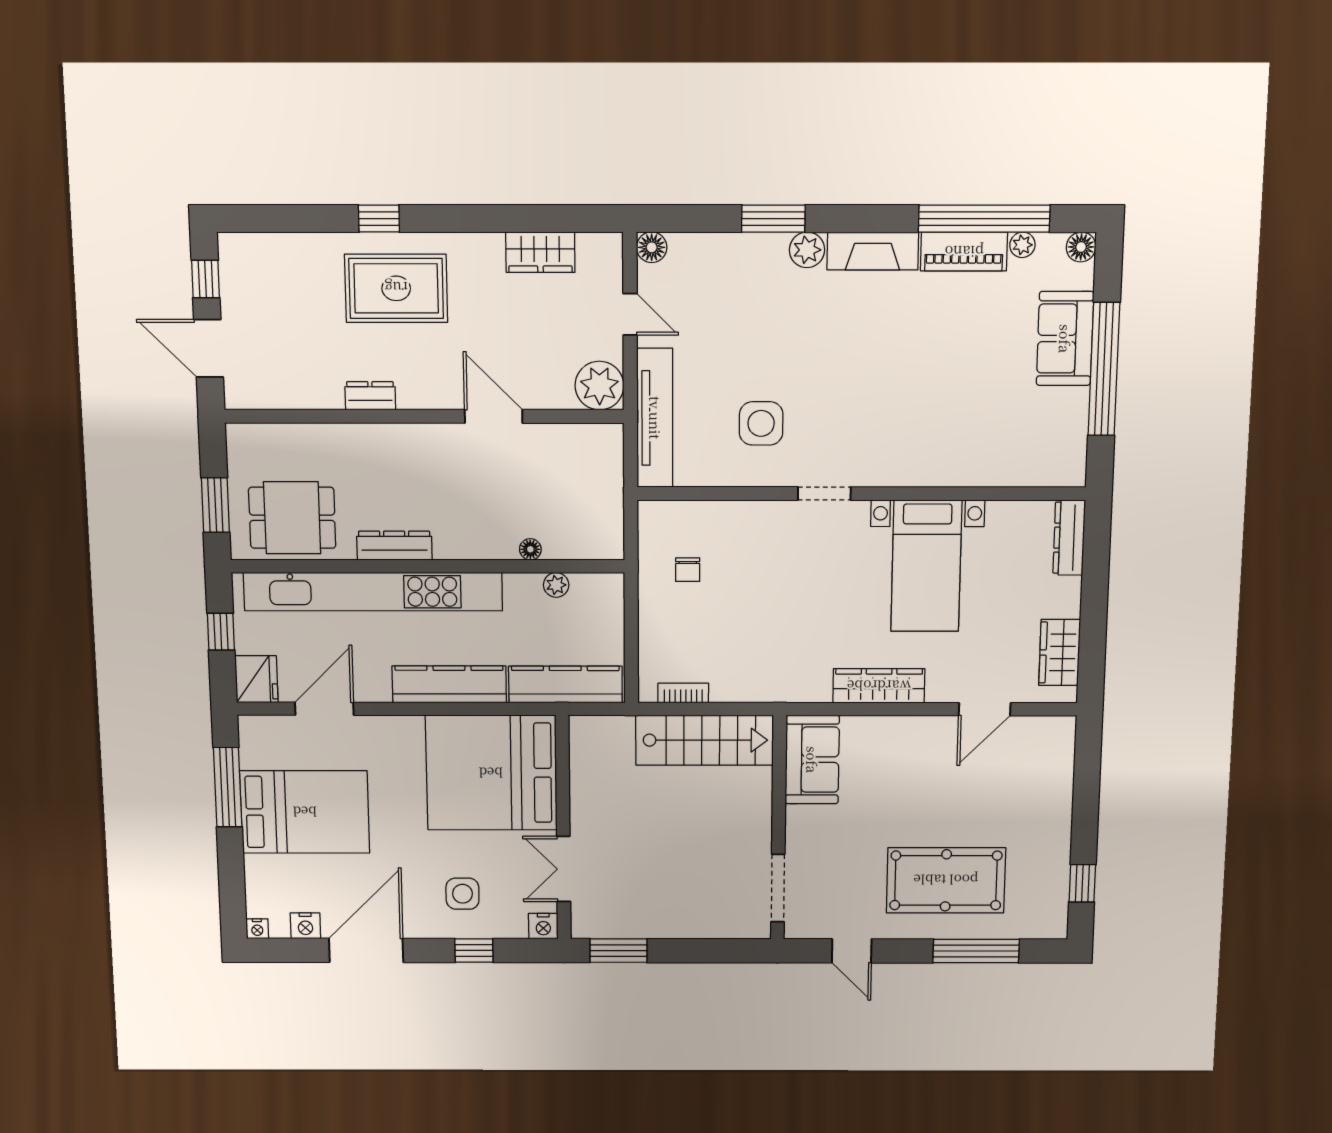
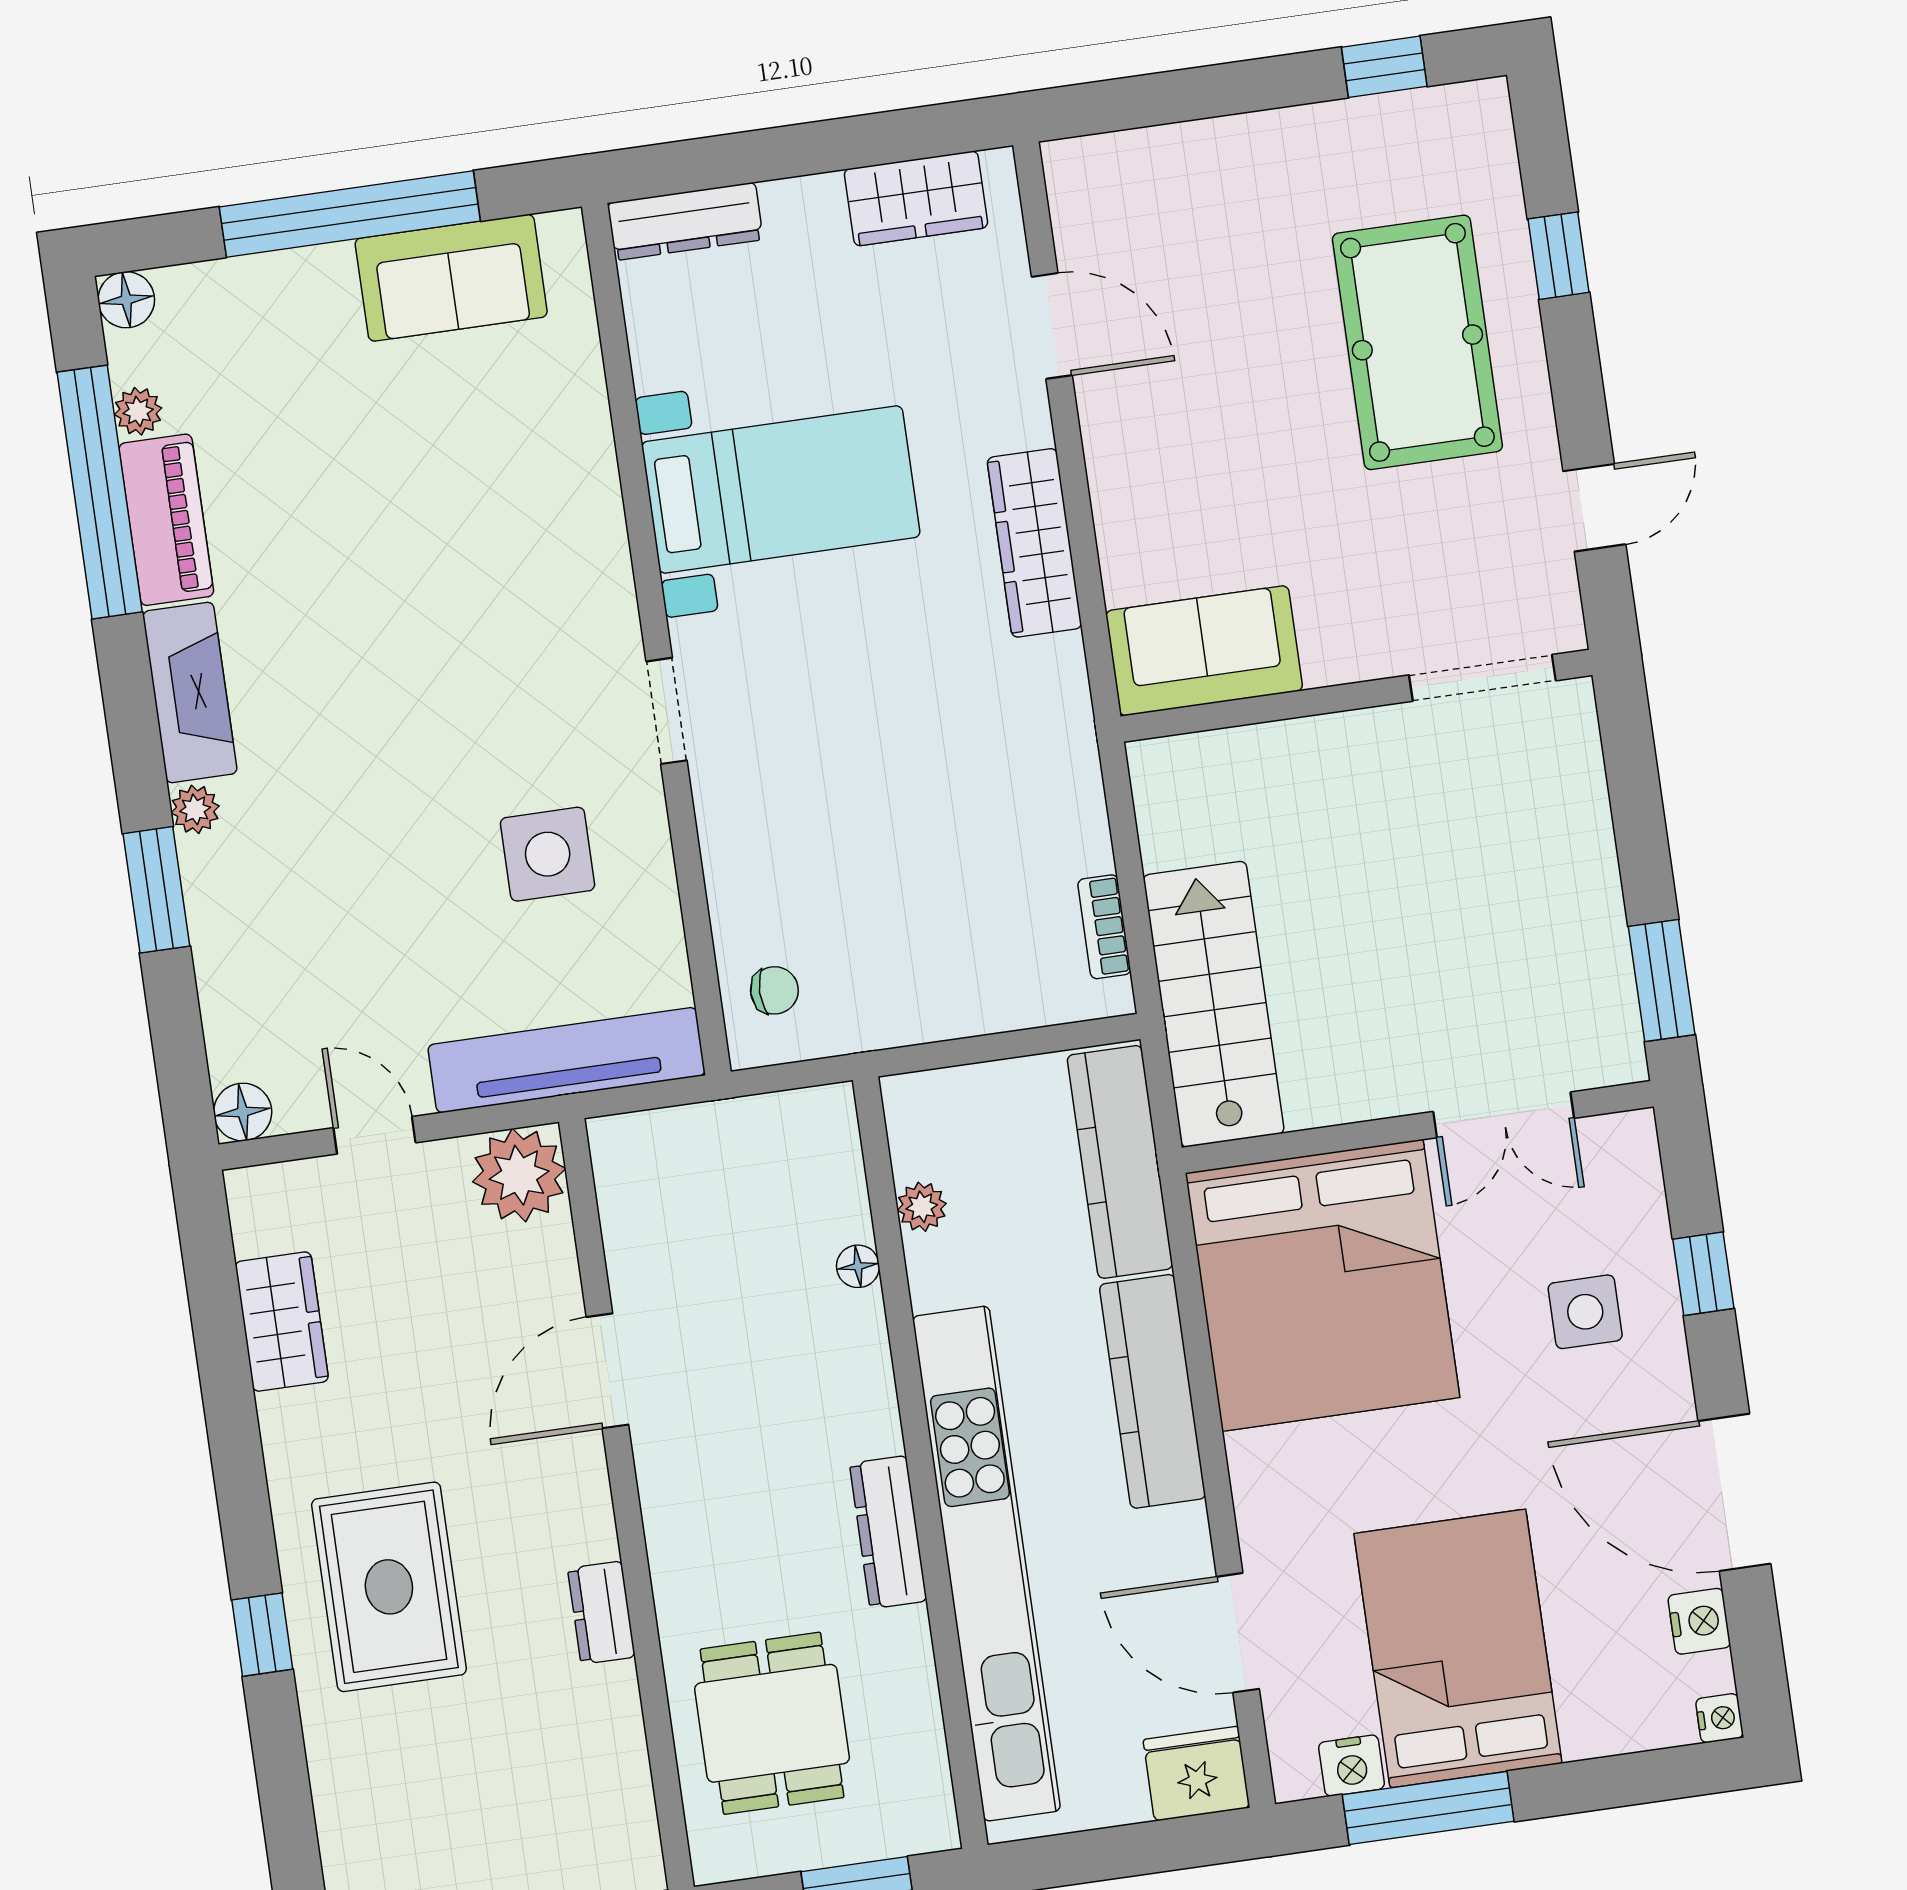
plant: (807, 250) -> (195, 809), width x0.73, depth x0.73
door: (630, 314) -> (375, 1135), hinge flipped
sofa: (1065, 339) -> (451, 278), moved
dining table: (292, 518) -> (772, 1723), moved
chair: (688, 570) -> (774, 990), moved
window: (221, 632) -> (1110, 1853), removed
stairs: (705, 740) -> (1214, 1004), moved
nightstand: (543, 926) -> (1352, 1766), moved, turned 90
window: (976, 951) -> (1558, 256), width x0.46

